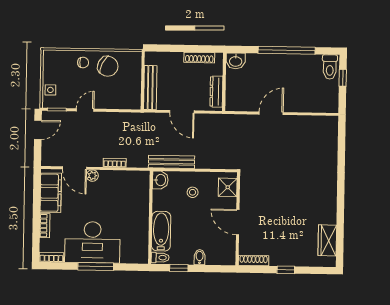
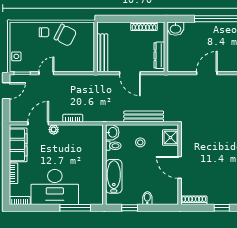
bench: (172, 162) -> (144, 116), moved
door: (74, 168) -> (38, 123), swing flipped
toilet: (160, 258) -> (113, 146), moved
window: (96, 267) -> (75, 208), moved

